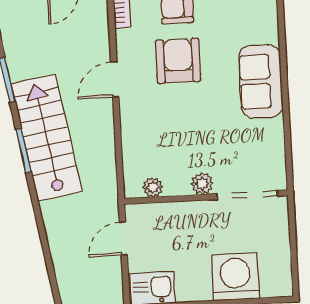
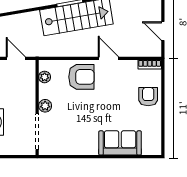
armchair: (178, 61) -> (81, 77), moved
sofa: (261, 81) -> (120, 143), moved

